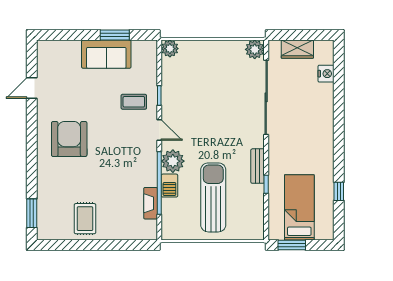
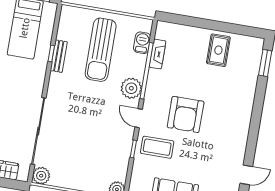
coffee table: (134, 102) -> (157, 147), width x1.36, depth x1.30
armchair: (69, 139) -> (186, 114), moved
bench: (258, 166) -> (59, 56), moved
barbecue: (169, 186) -> (142, 43), moved

